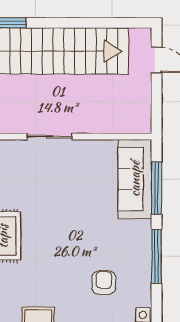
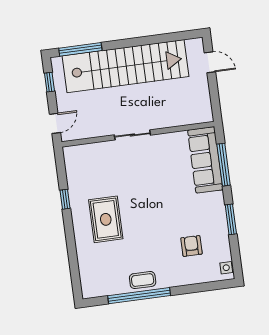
window: (157, 256) -> (231, 219), width x0.69

